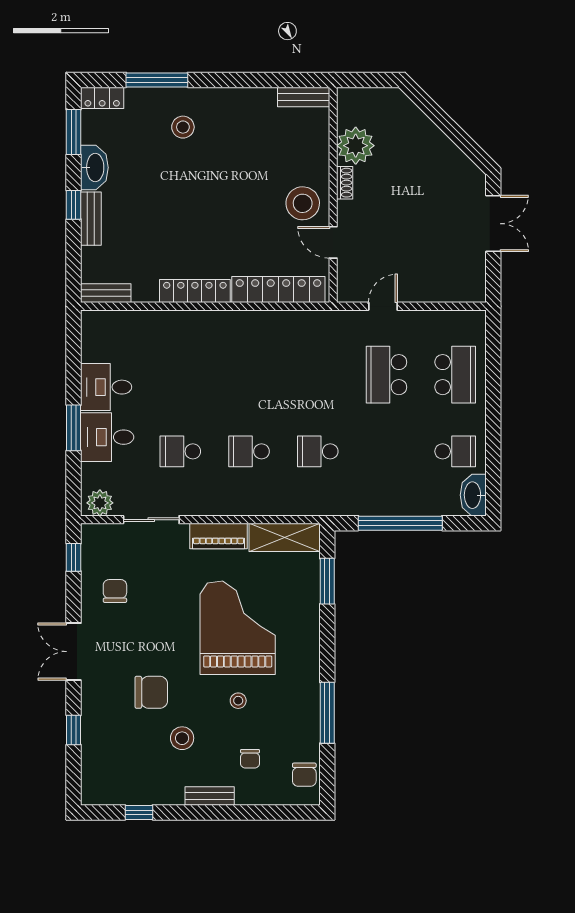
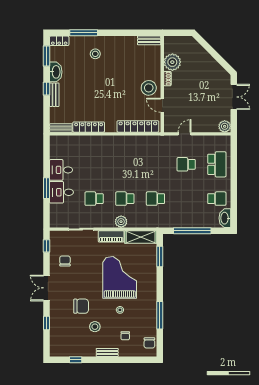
plant: (473, 289) -> (225, 126), added
locker: (195, 291) -> (89, 127), moved
school desk: (386, 375) -> (186, 164), width x0.54
plant: (100, 503) -> (121, 222), moved

